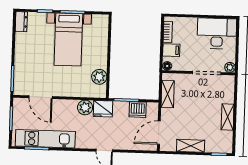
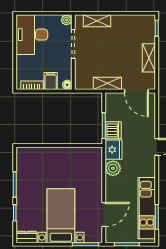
bed with nightstands: (68, 39) -> (61, 216), moved, turned -90
plant: (99, 77) -> (81, 155), removed
shelving: (168, 94) -> (107, 83), moved
dishwasher: (138, 110) -> (113, 130), moved
shelving: (228, 117) -> (97, 21), moved

